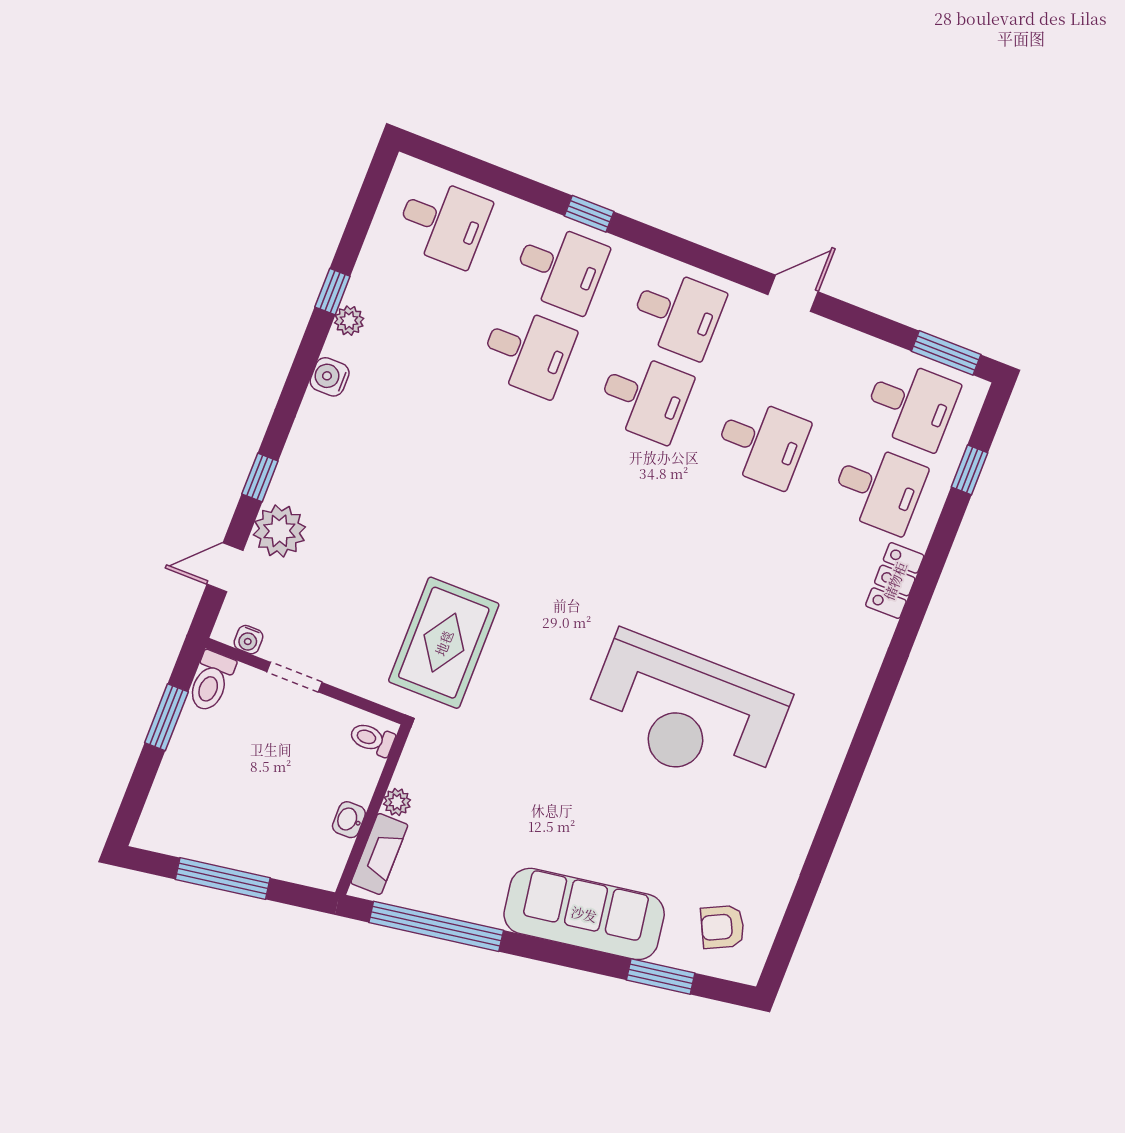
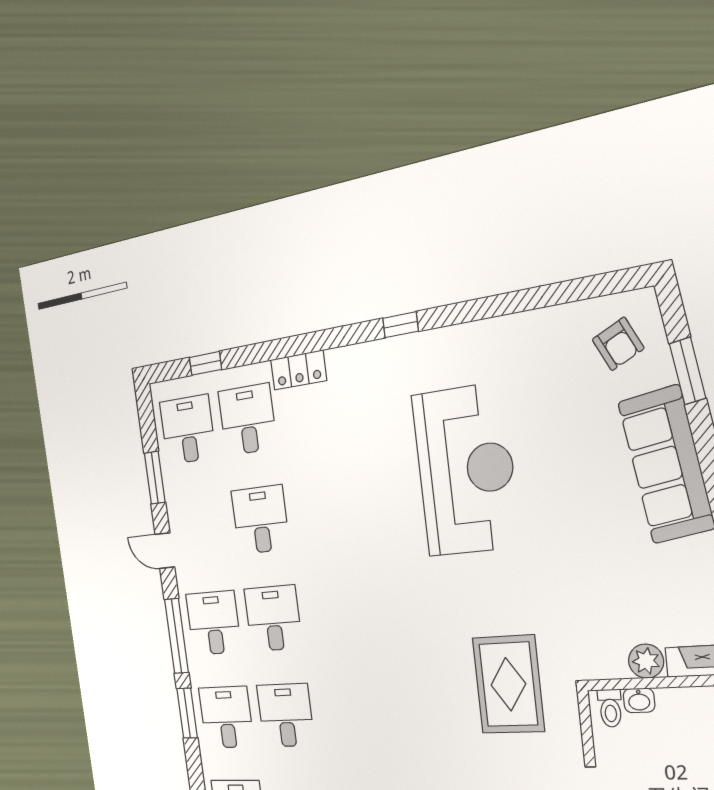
window: (589, 214) -> (187, 713), width x1.50
window: (687, 252) -> (176, 636), added
window: (946, 353) -> (155, 478), moved
rug: (444, 643) -> (508, 684), turned 90
window: (872, 721) -> (400, 325), added
plant: (397, 802) -> (646, 661), width x1.38, depth x1.38
washbasin: (349, 820) -> (639, 700), moved

